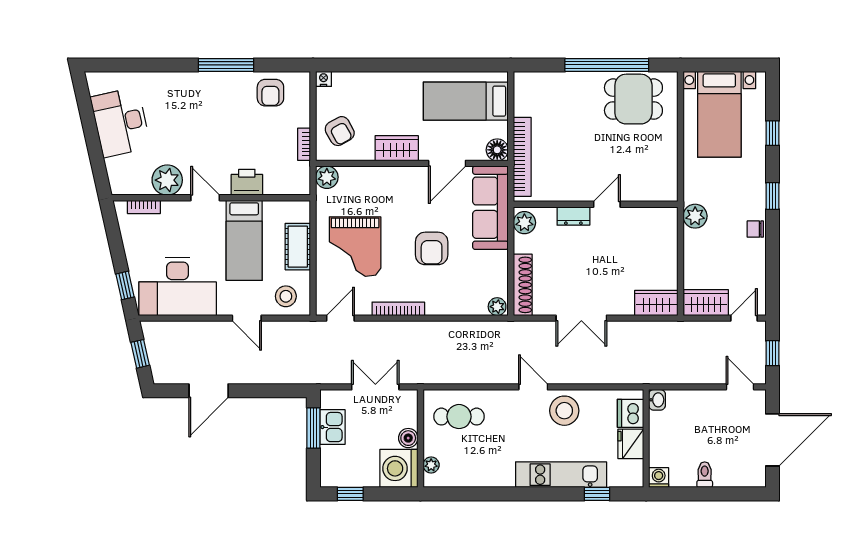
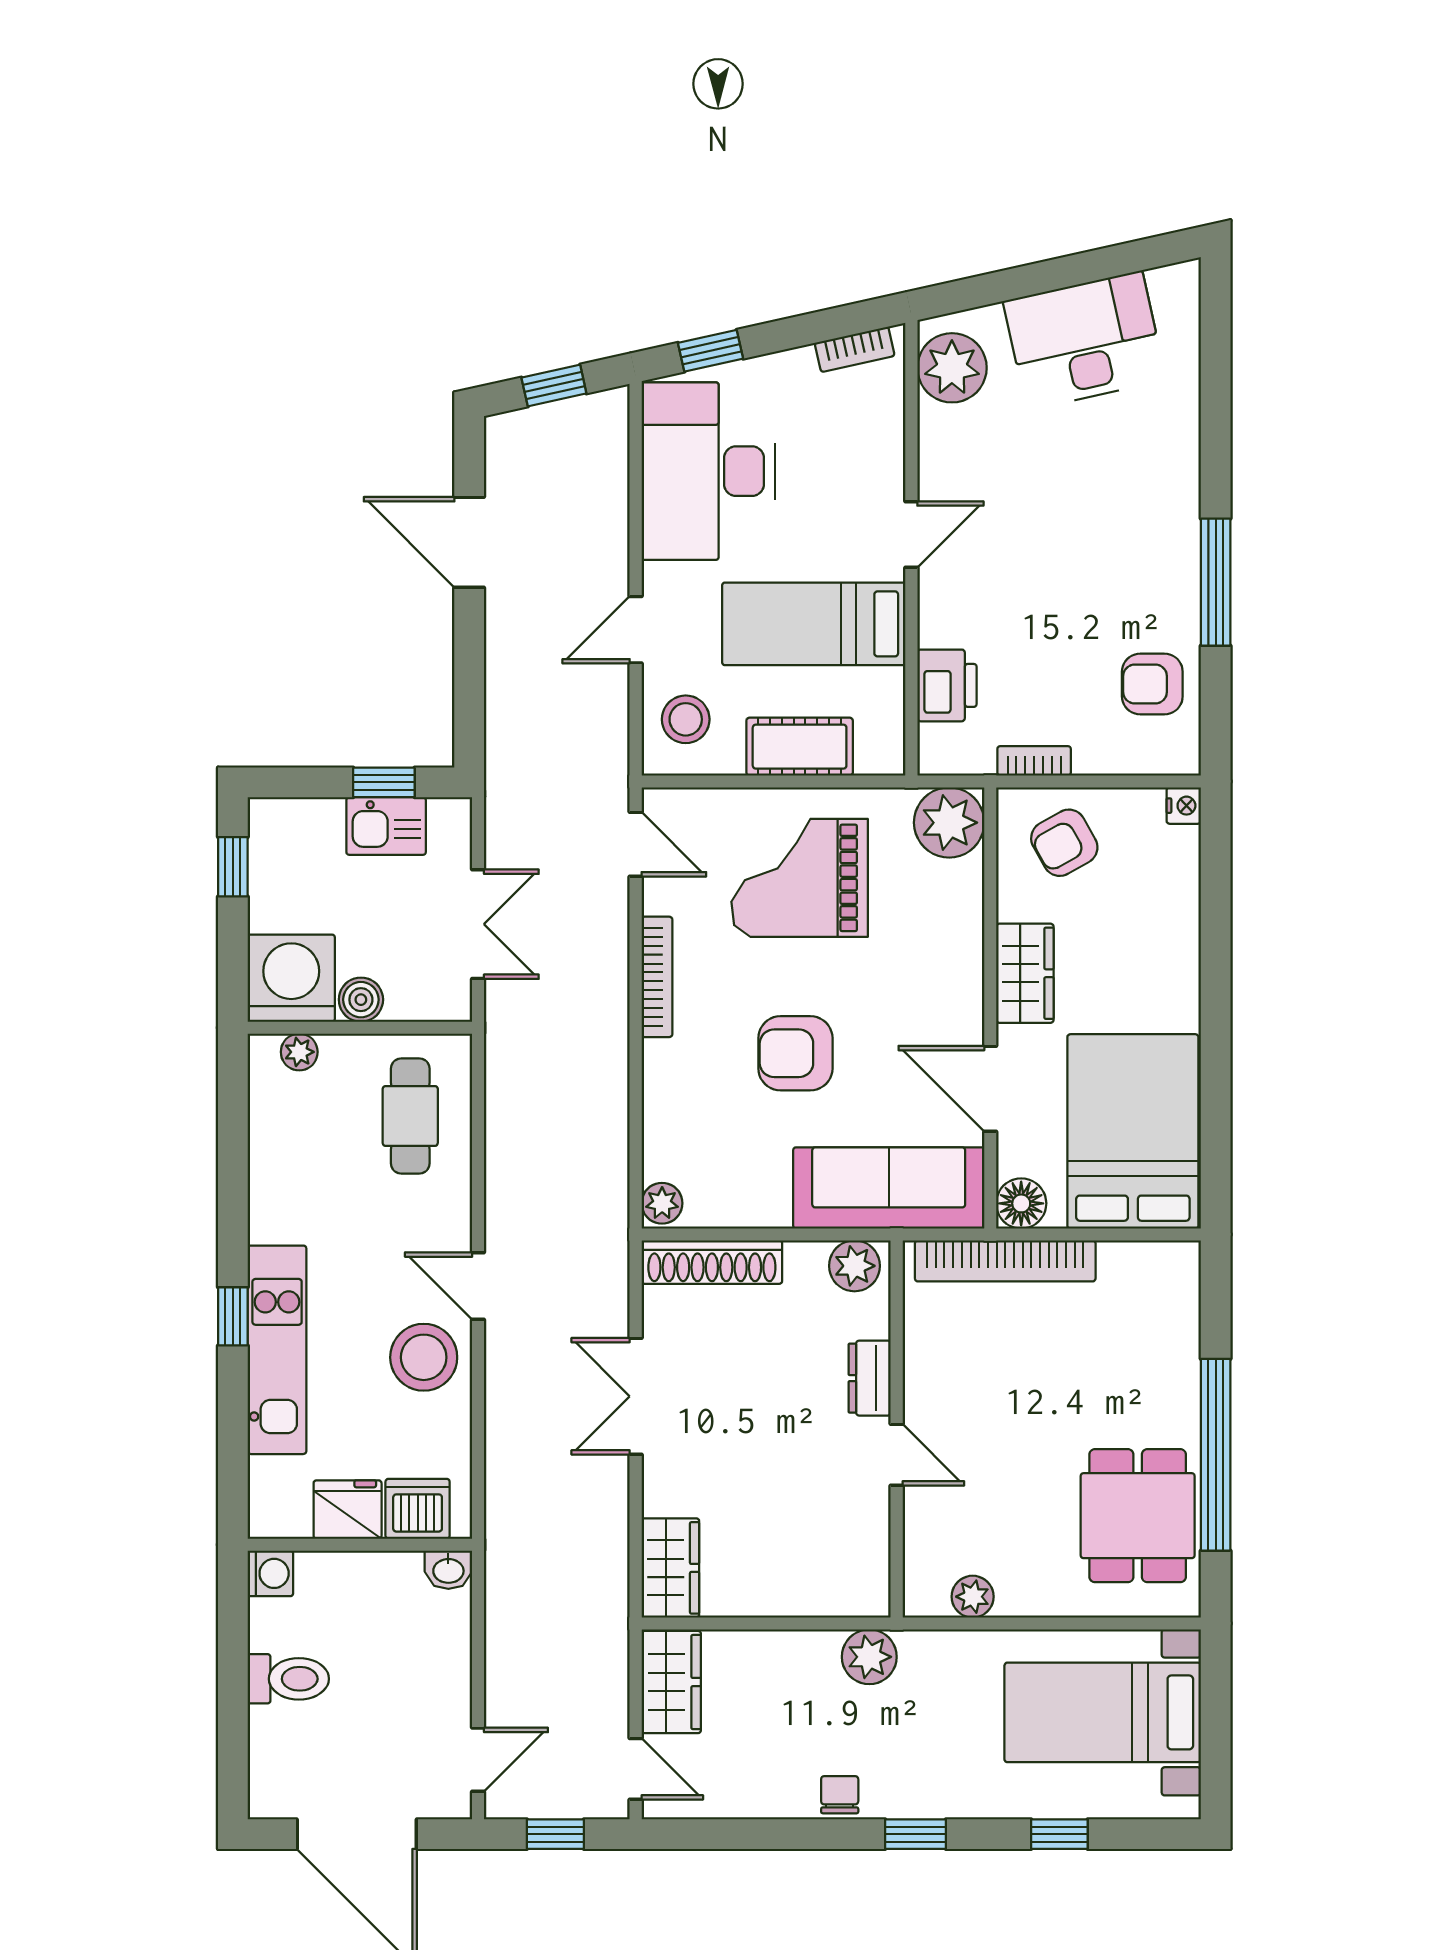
bed: (466, 101) -> (1133, 1131), width x1.50
plant: (669, 171) -> (973, 1597), added
plant: (327, 177) -> (949, 823), width x1.36, depth x1.36
plant: (167, 180) -> (952, 368), moved
printer: (247, 182) -> (947, 685), moved
bookcase: (144, 207) -> (855, 349), moved, turned -103
door: (533, 387) -> (478, 1286), swing flipped
window: (313, 428) -> (384, 782), width x0.67
toilet: (705, 475) -> (288, 1679), width x1.37, depth x1.39
window: (597, 494) -> (233, 1316), moved

